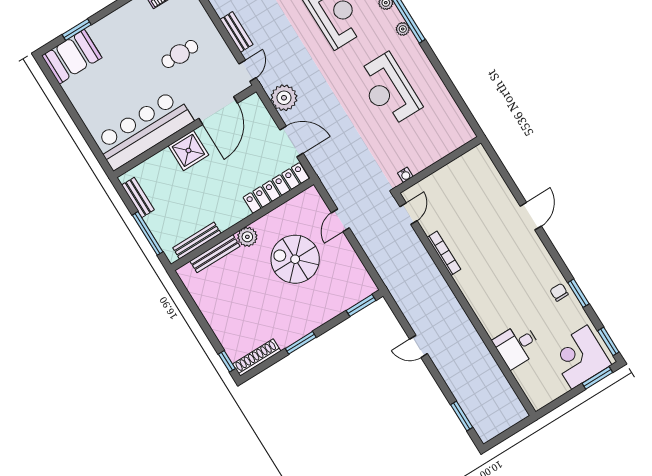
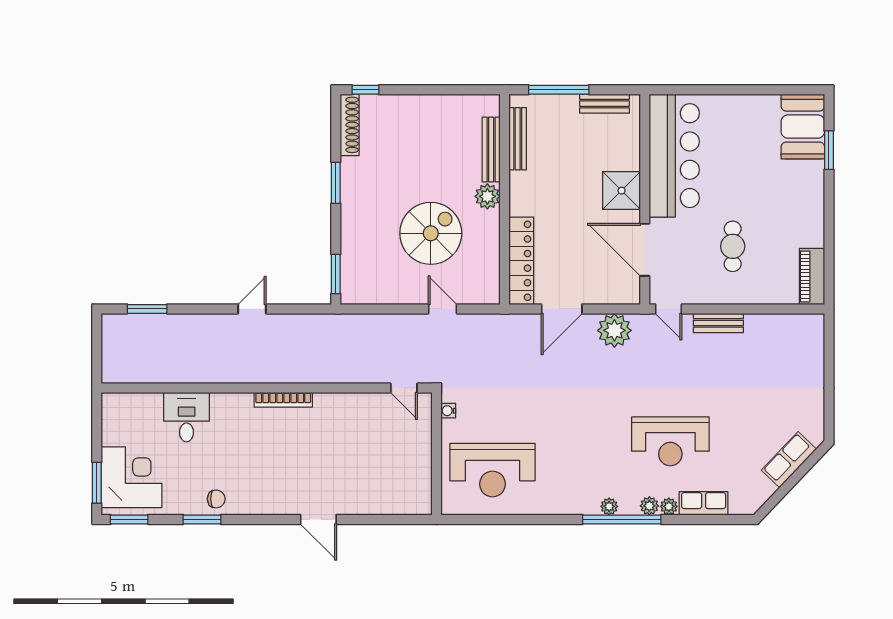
reception desk: (389, 90) -> (492, 470), moved, turned 180
bookcase: (444, 253) -> (283, 400), moved

